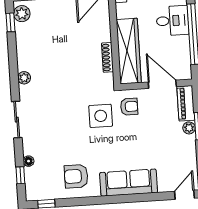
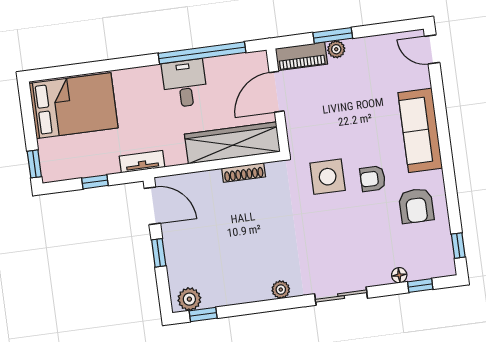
armchair: (129, 107) -> (373, 179), moved, turned -90

